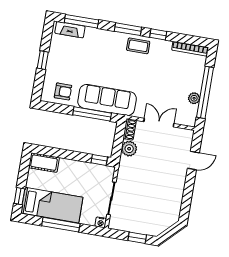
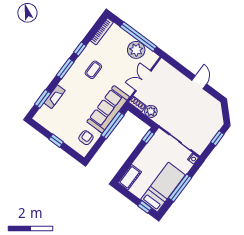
window: (81, 21) -> (43, 99), width x0.69
fireplace: (70, 30) -> (54, 97), moved
coffee table: (138, 46) -> (93, 70), moved
plant: (194, 98) -> (136, 50), width x1.88, depth x1.88
door: (193, 161) -> (199, 82), moved

